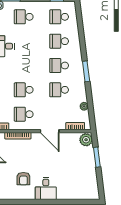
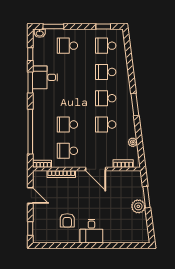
plant: (86, 140) -> (138, 206), moved

